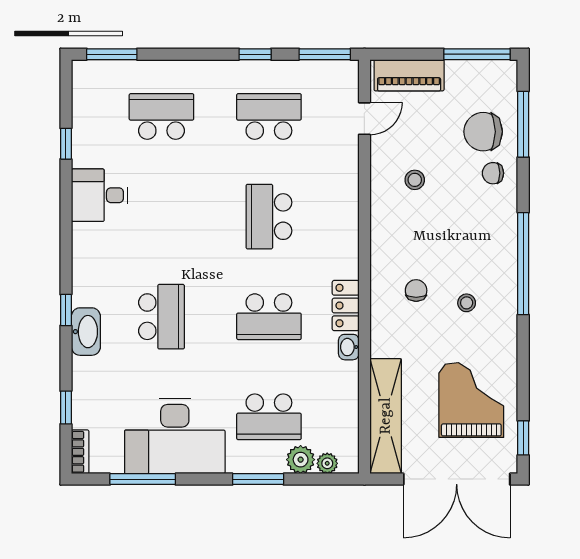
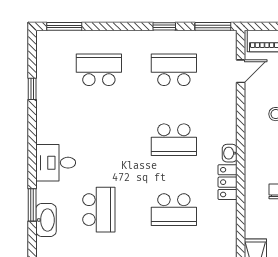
desk: (100, 195) -> (56, 163), moved
school desk: (269, 217) -> (174, 140), turned -90
locker: (346, 306) -> (227, 182), moved
window: (66, 310) -> (32, 205), width x1.50
washbasin: (349, 347) -> (230, 153), moved

